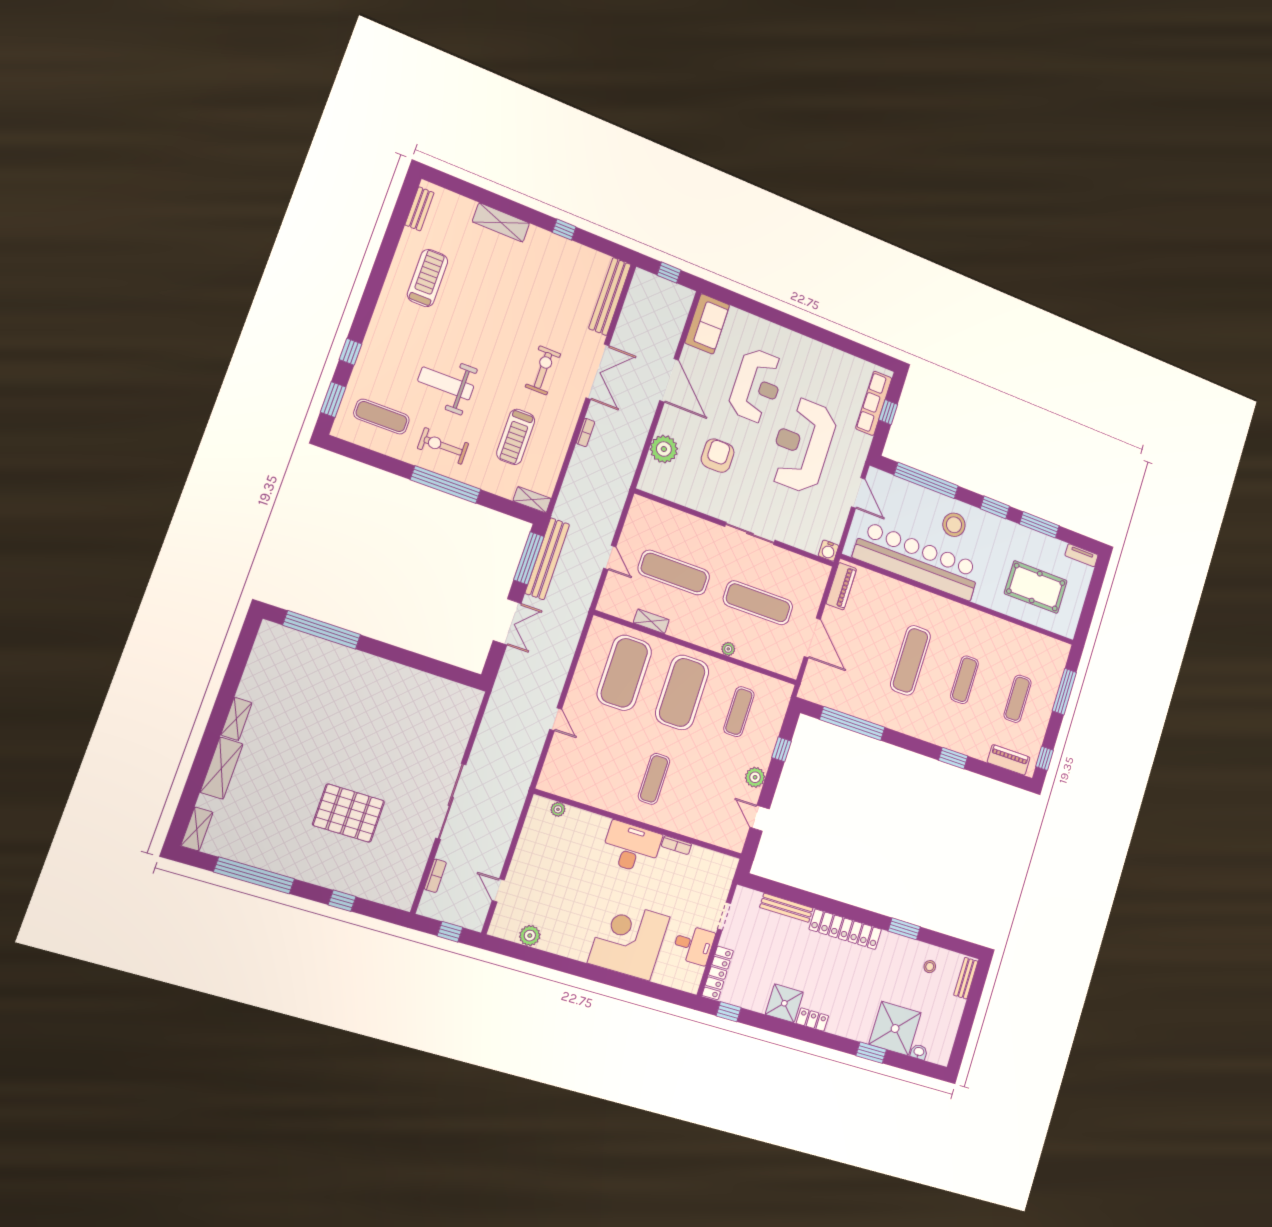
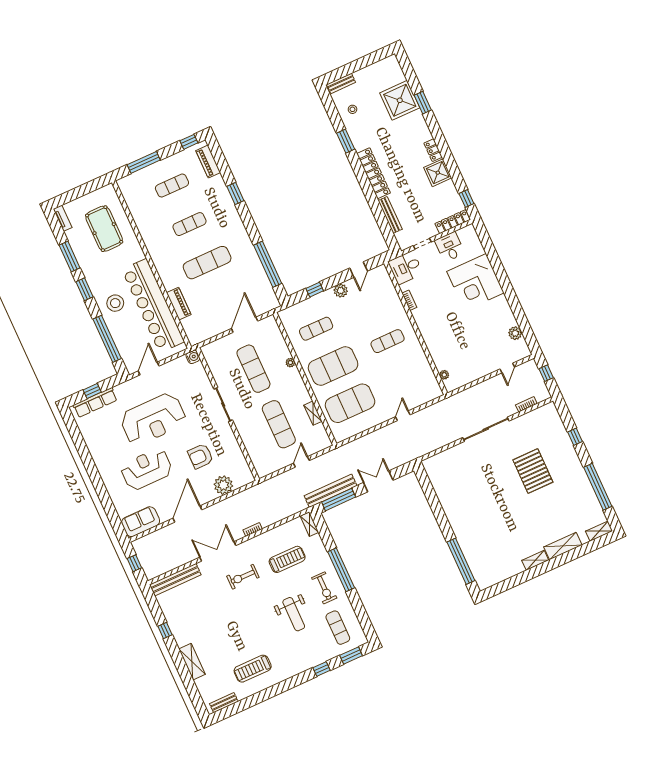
piano: (841, 586) -> (179, 304), moved, turned 90
desk: (631, 847) -> (406, 268), moved, width x0.73
washbasin: (919, 1052) -> (400, 76), removed

